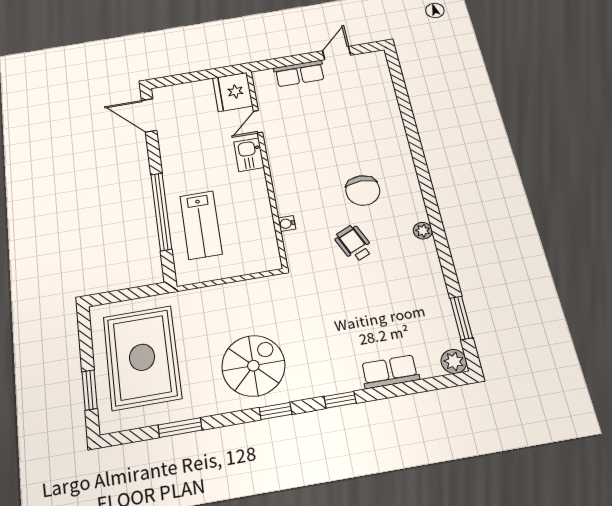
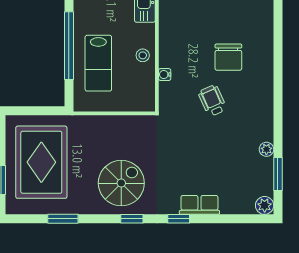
stool: (255, 207) -> (143, 55), added
plant: (423, 231) -> (266, 149), moved
row of seats: (390, 372) -> (199, 205), moved

